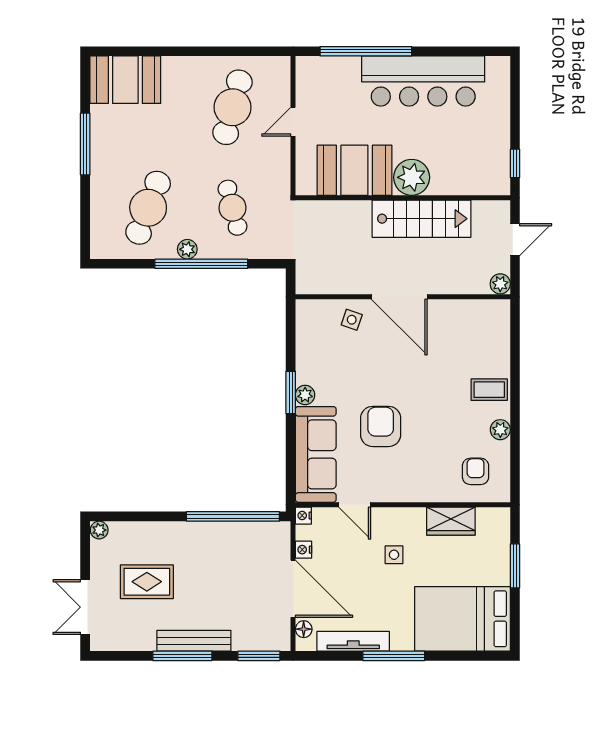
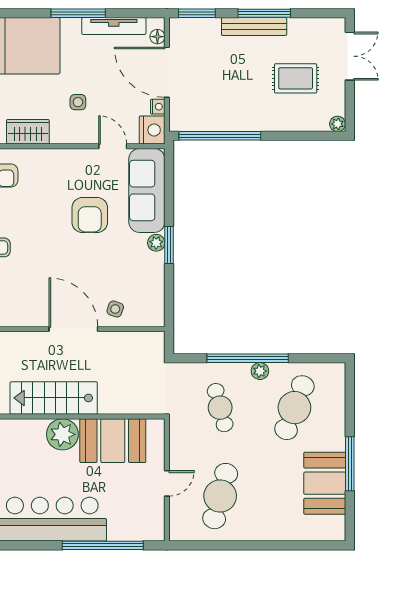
booth: (125, 80) -> (325, 483), moved, turned 90
nightstand: (303, 516) -> (152, 130), width x1.89, depth x1.79

